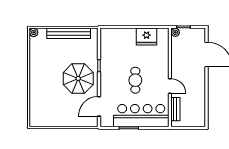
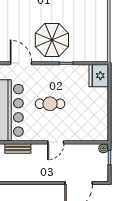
bench: (69, 33) -> (102, 29), removed
fridge: (147, 36) -> (99, 76), moved
door: (170, 86) -> (56, 142), moved

